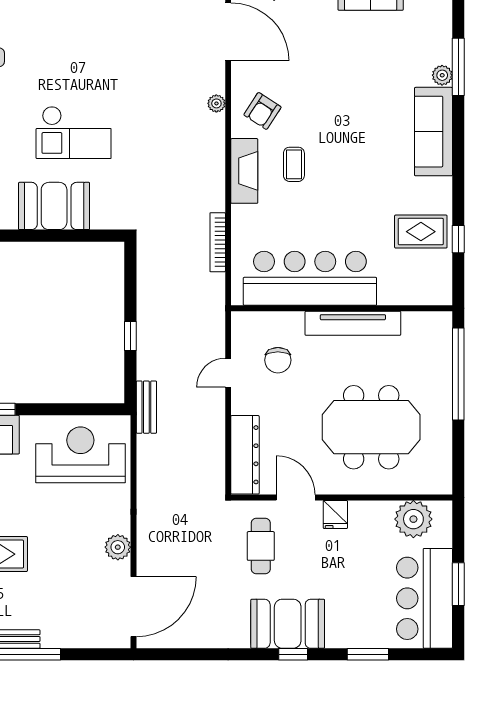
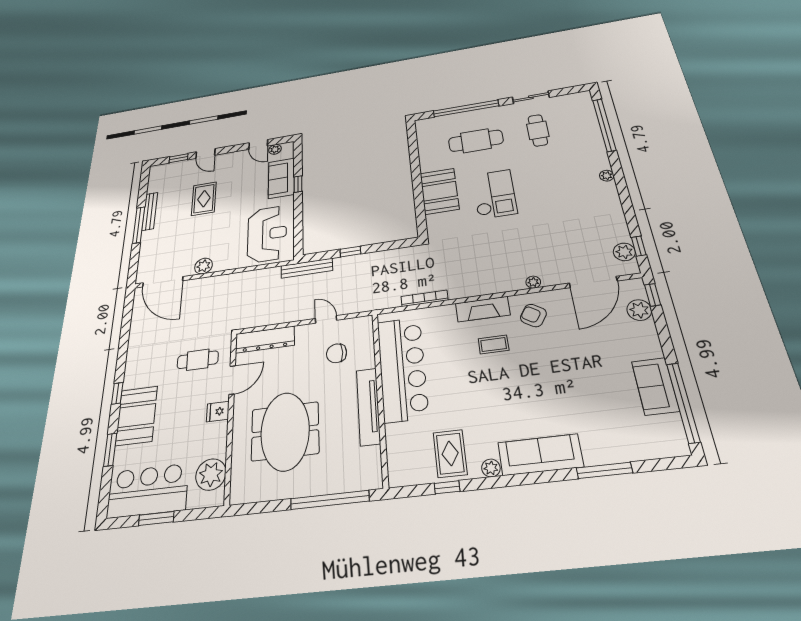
plant: (442, 75) -> (491, 468), moved
checkout: (74, 132) -> (494, 194), turned 180
bench: (146, 407) -> (307, 268), width x1.36
booth: (288, 624) -> (137, 416), moved

